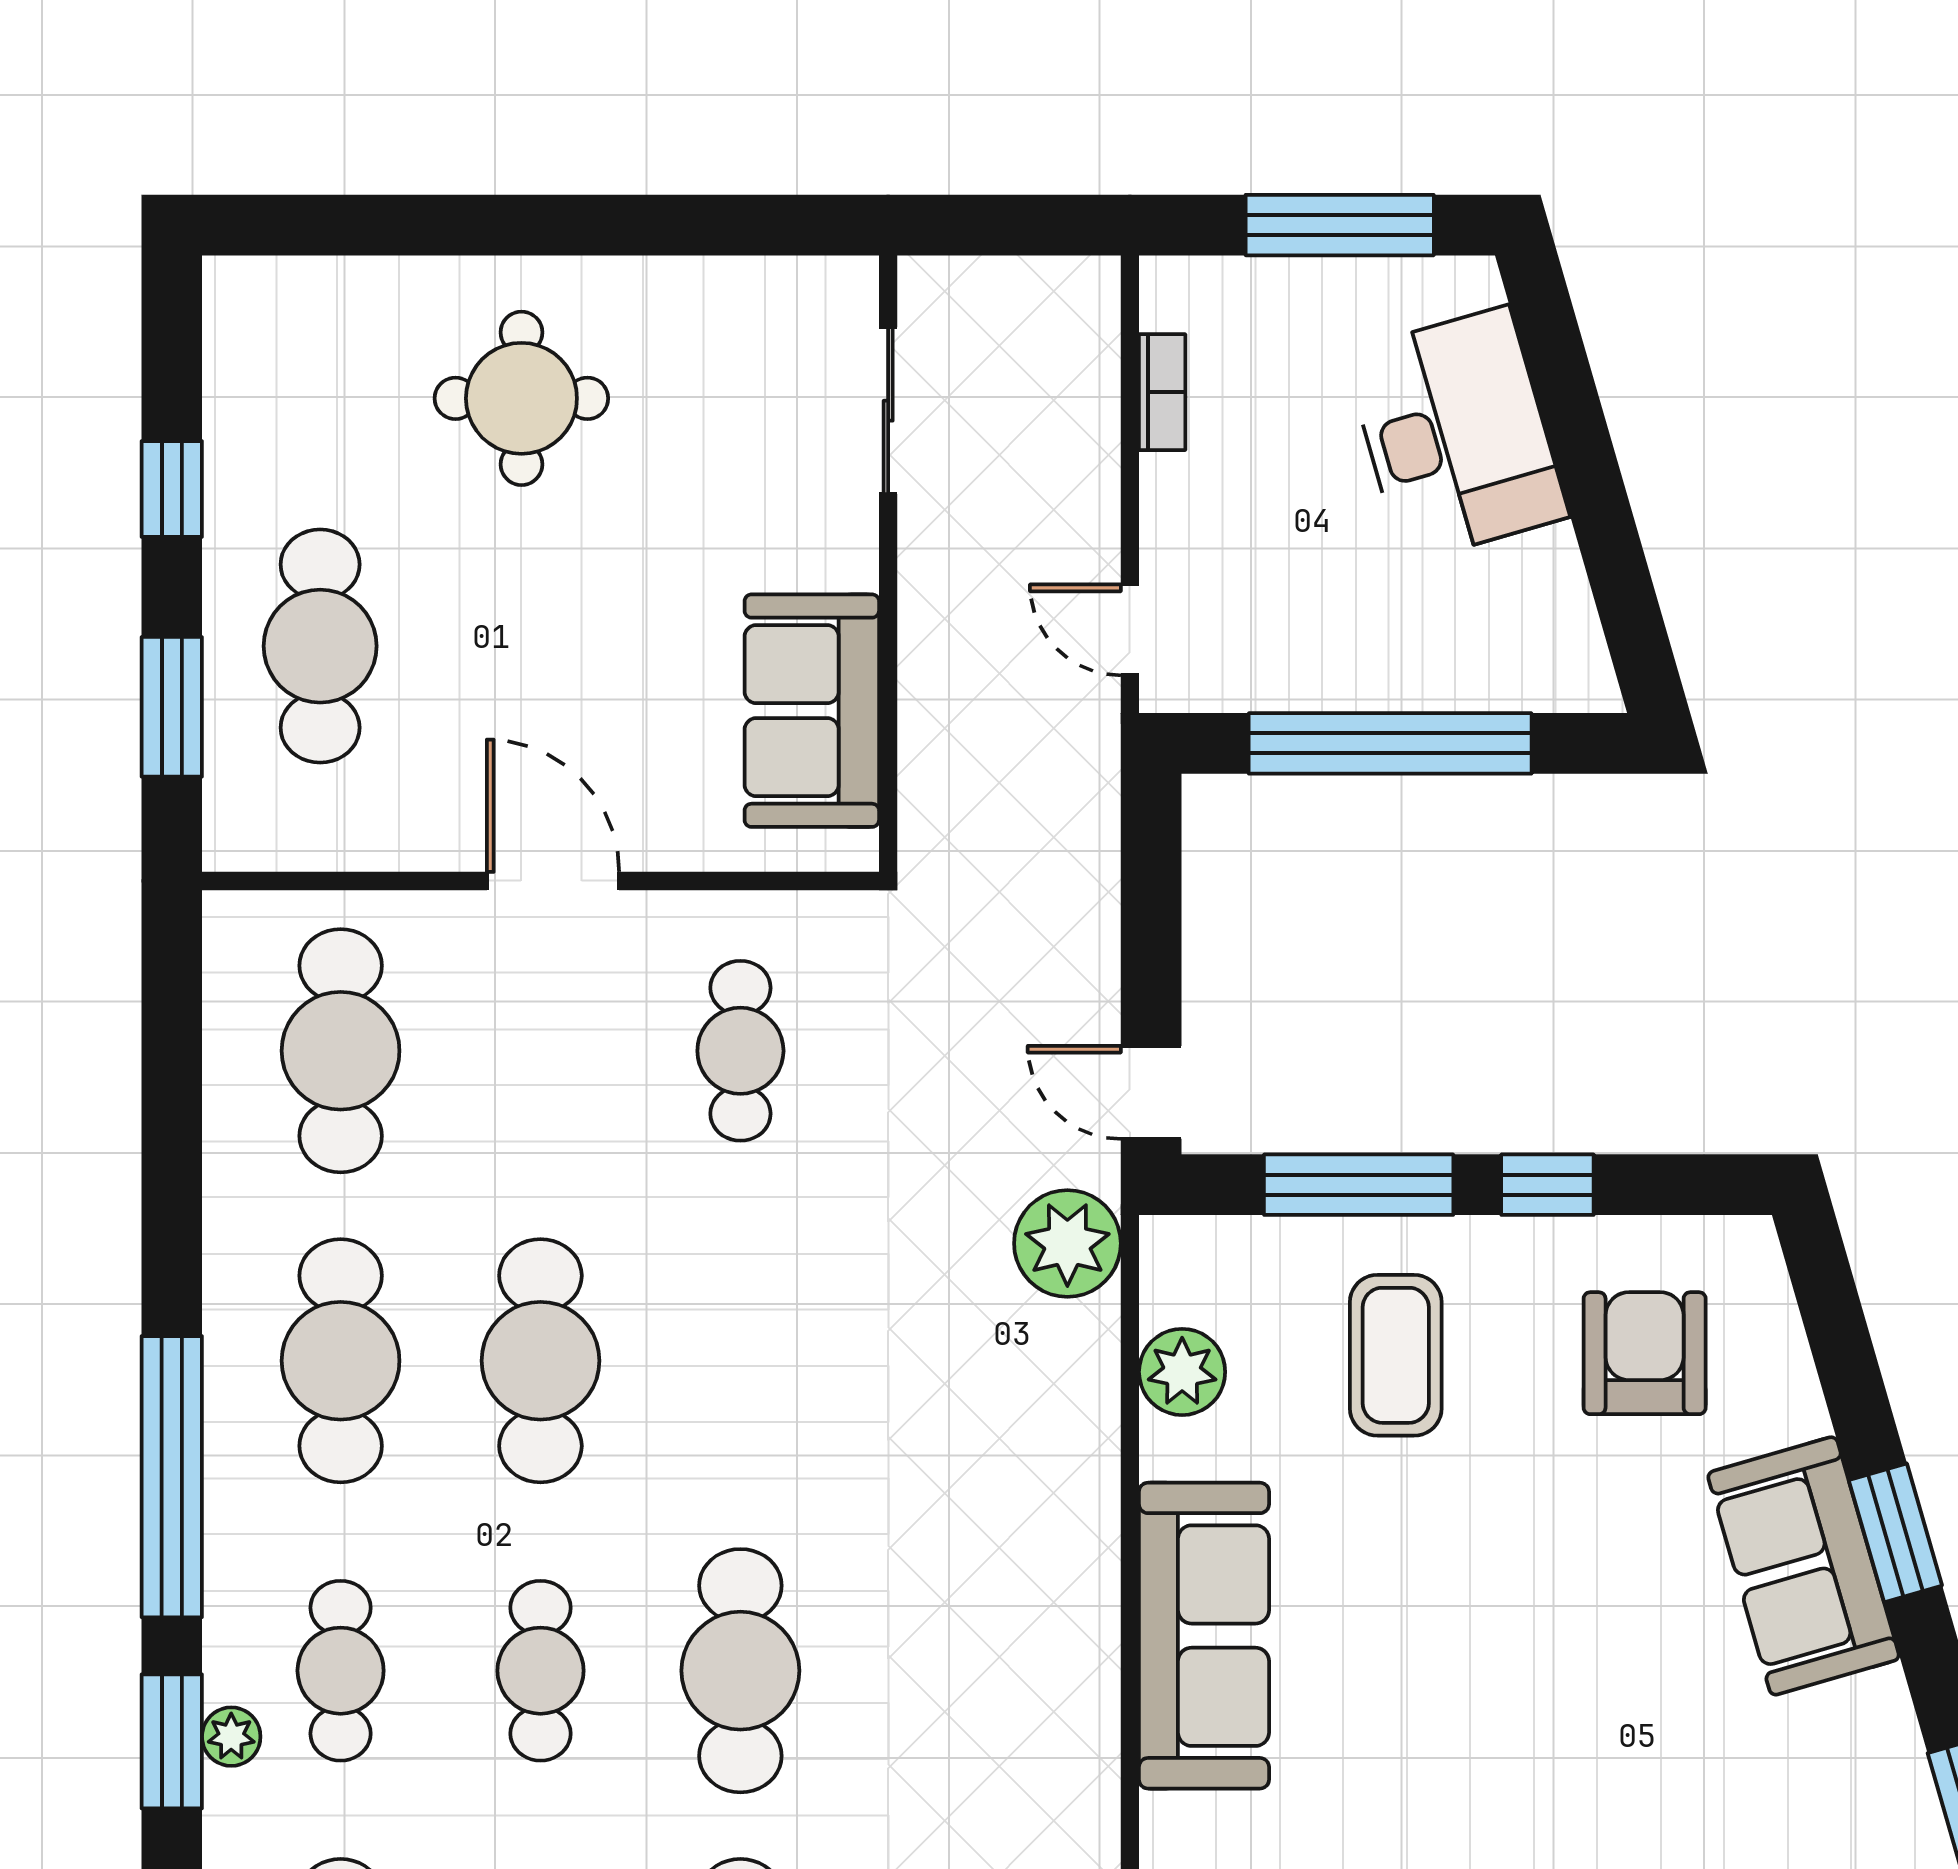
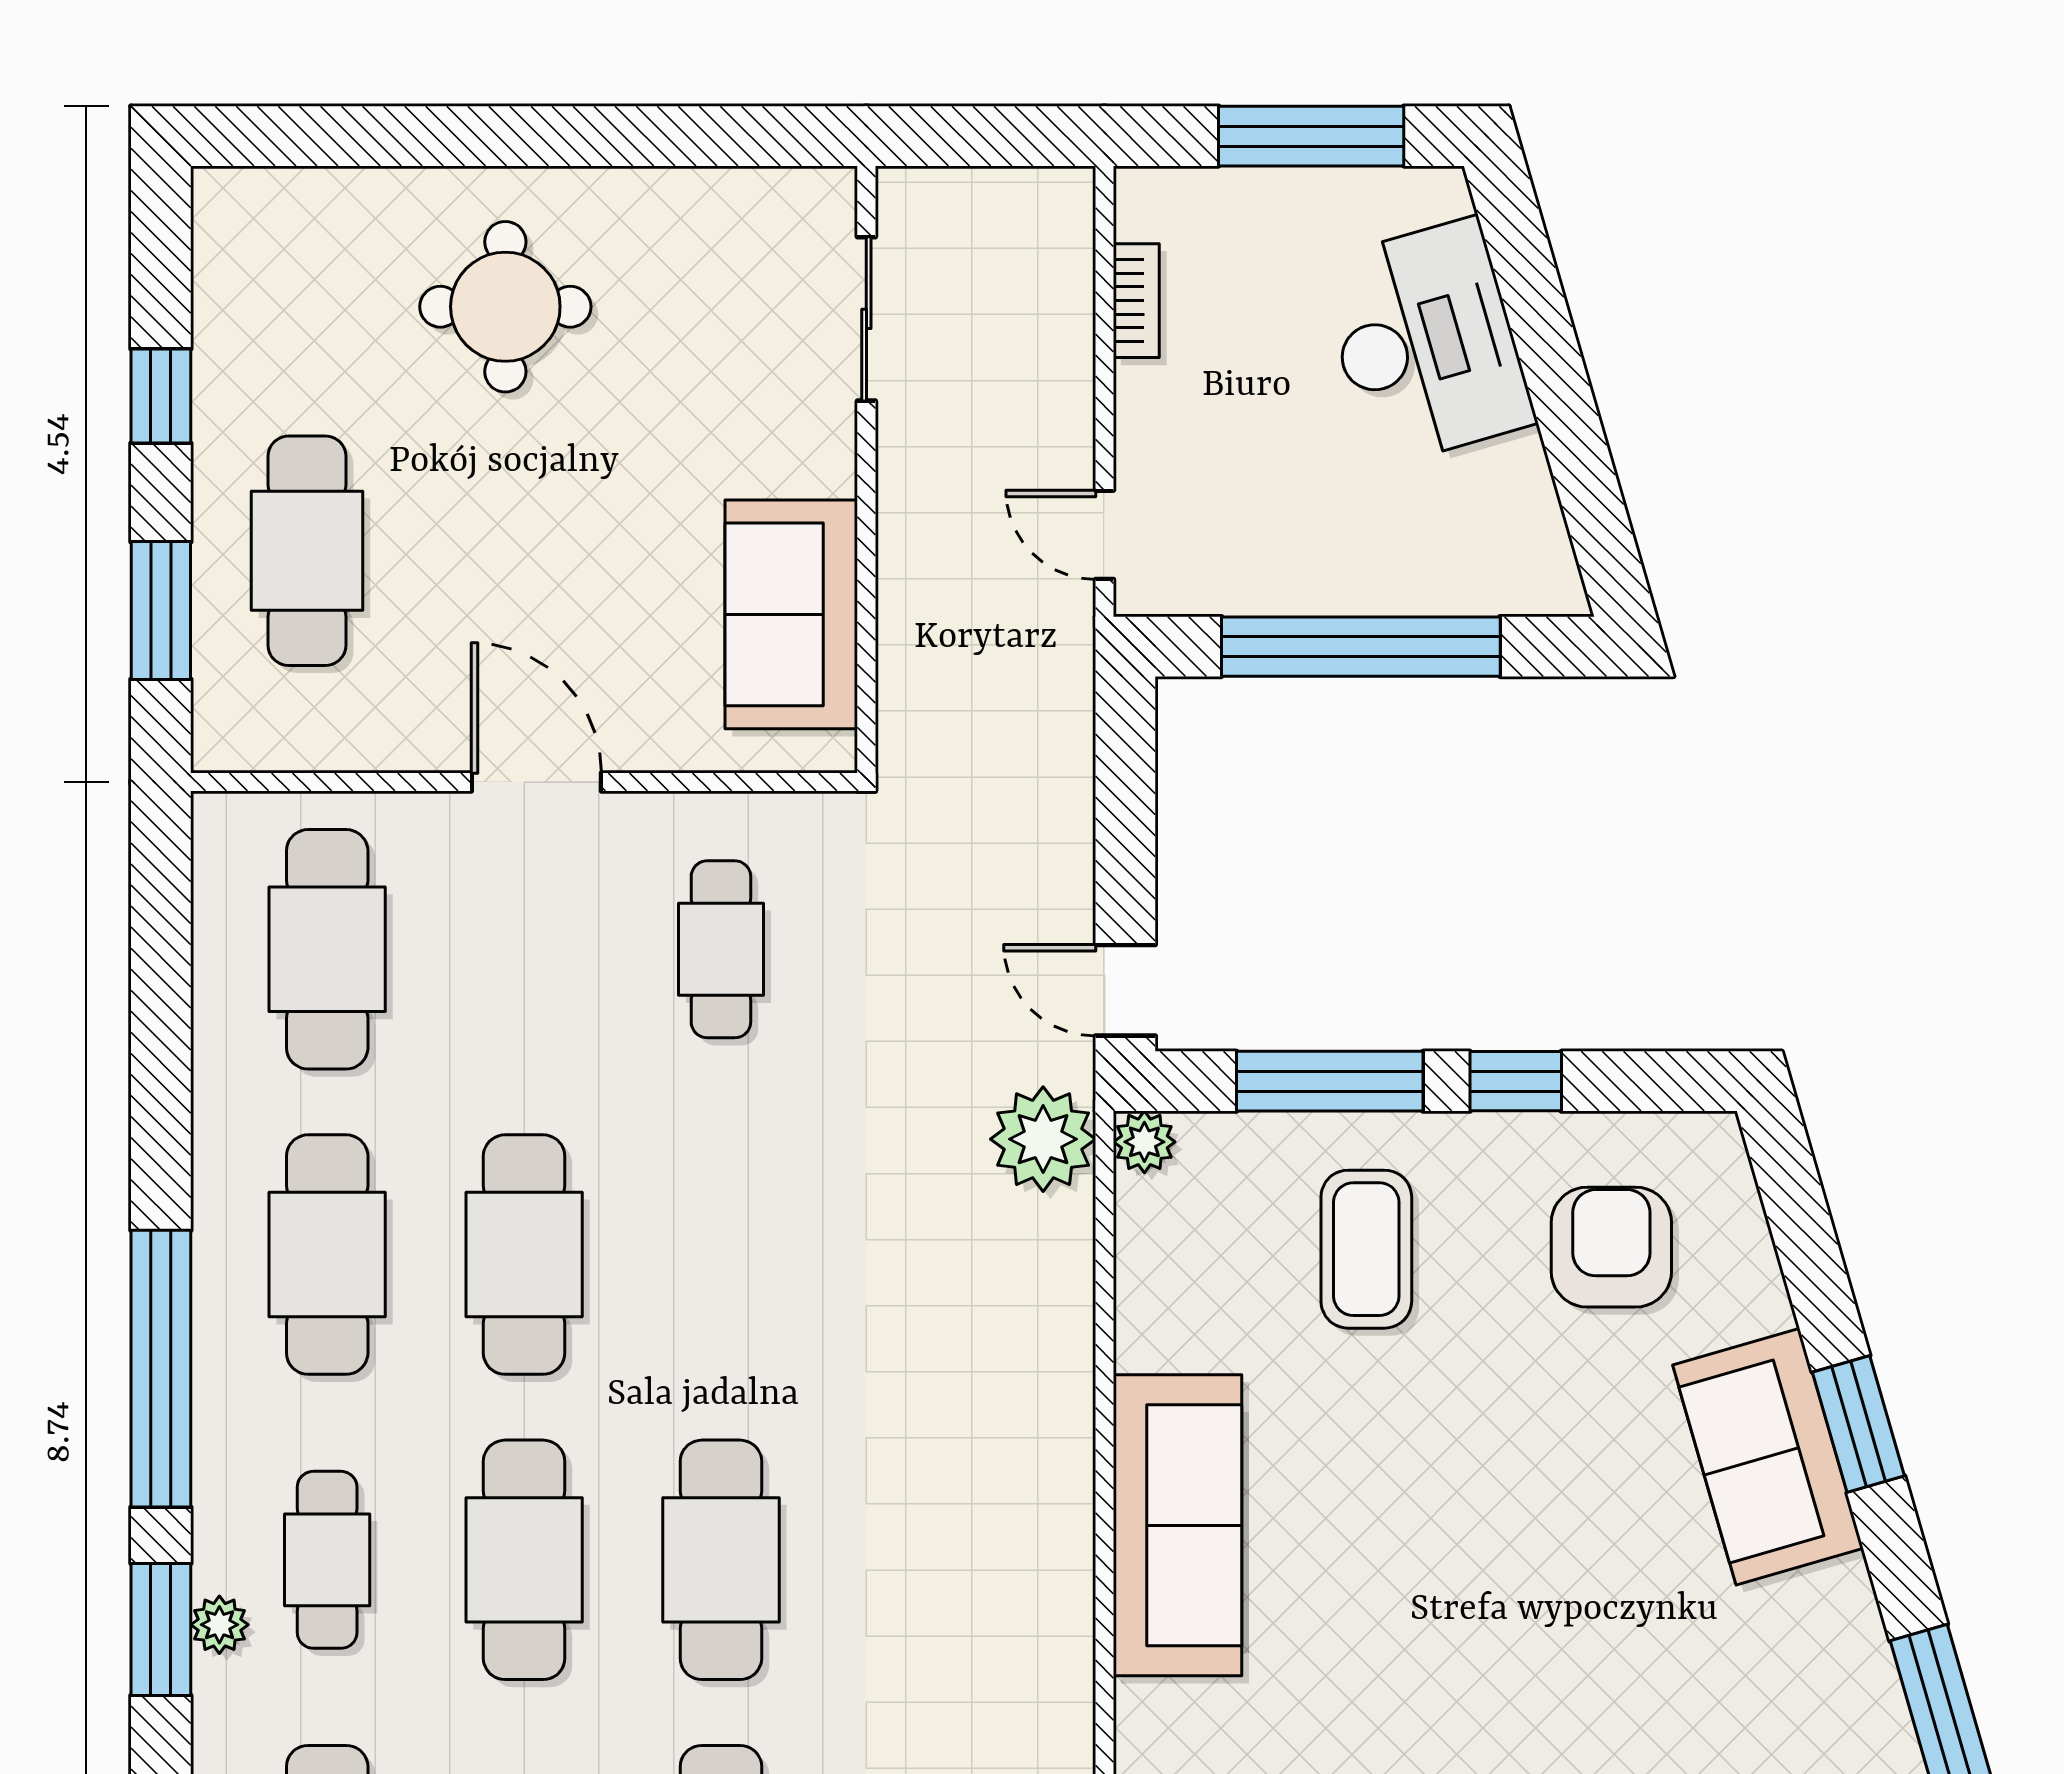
plant: (1182, 1372) -> (1144, 1142), moved, width x0.73, depth x0.73
cafe table: (540, 1671) -> (524, 1560), width x1.37, depth x1.35

